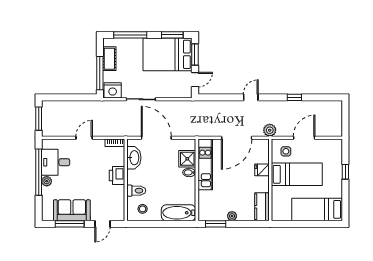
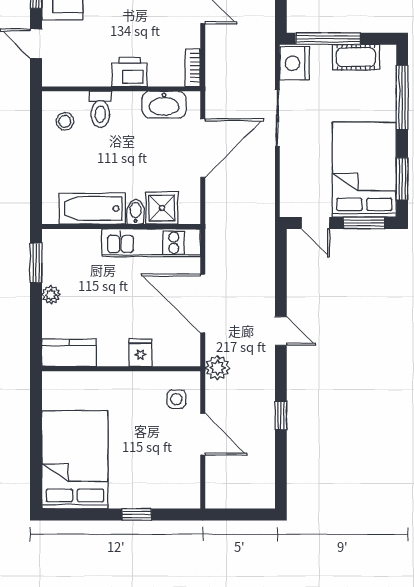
bed: (297, 174) -> (132, 420), removed
bed: (317, 209) -> (75, 460), width x1.50
bathtub: (179, 213) -> (92, 209), moved, turned -90

